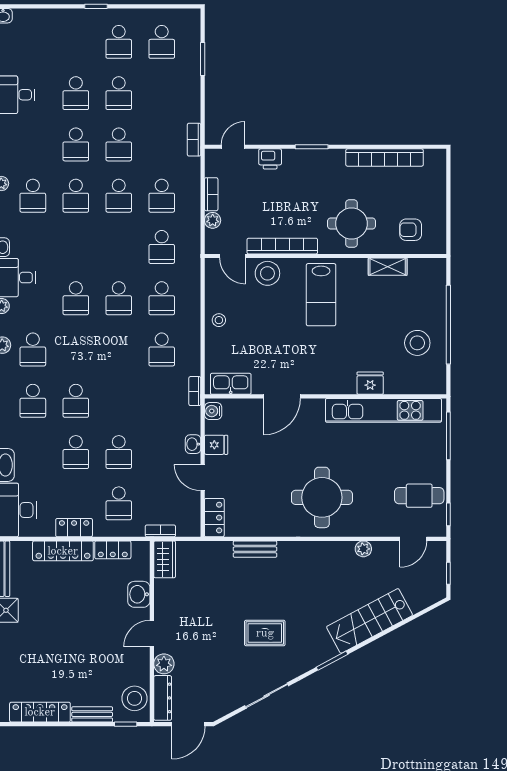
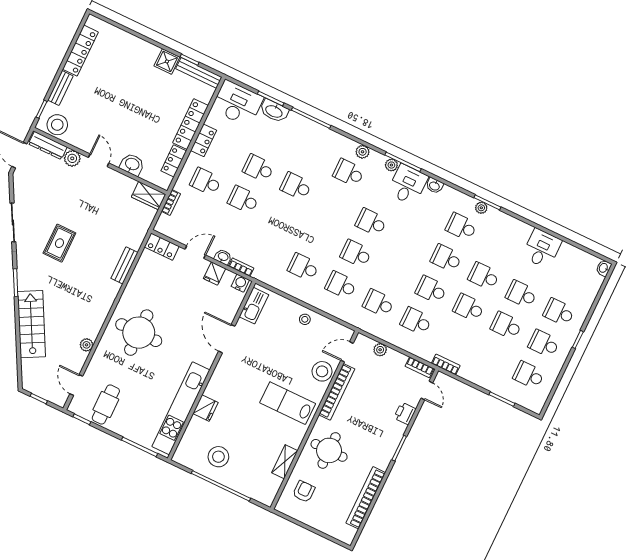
bookcase: (211, 194) -> (419, 367), moved
bookcase: (195, 391) -> (241, 267), moved
school desk: (33, 401) -> (559, 312), moved

